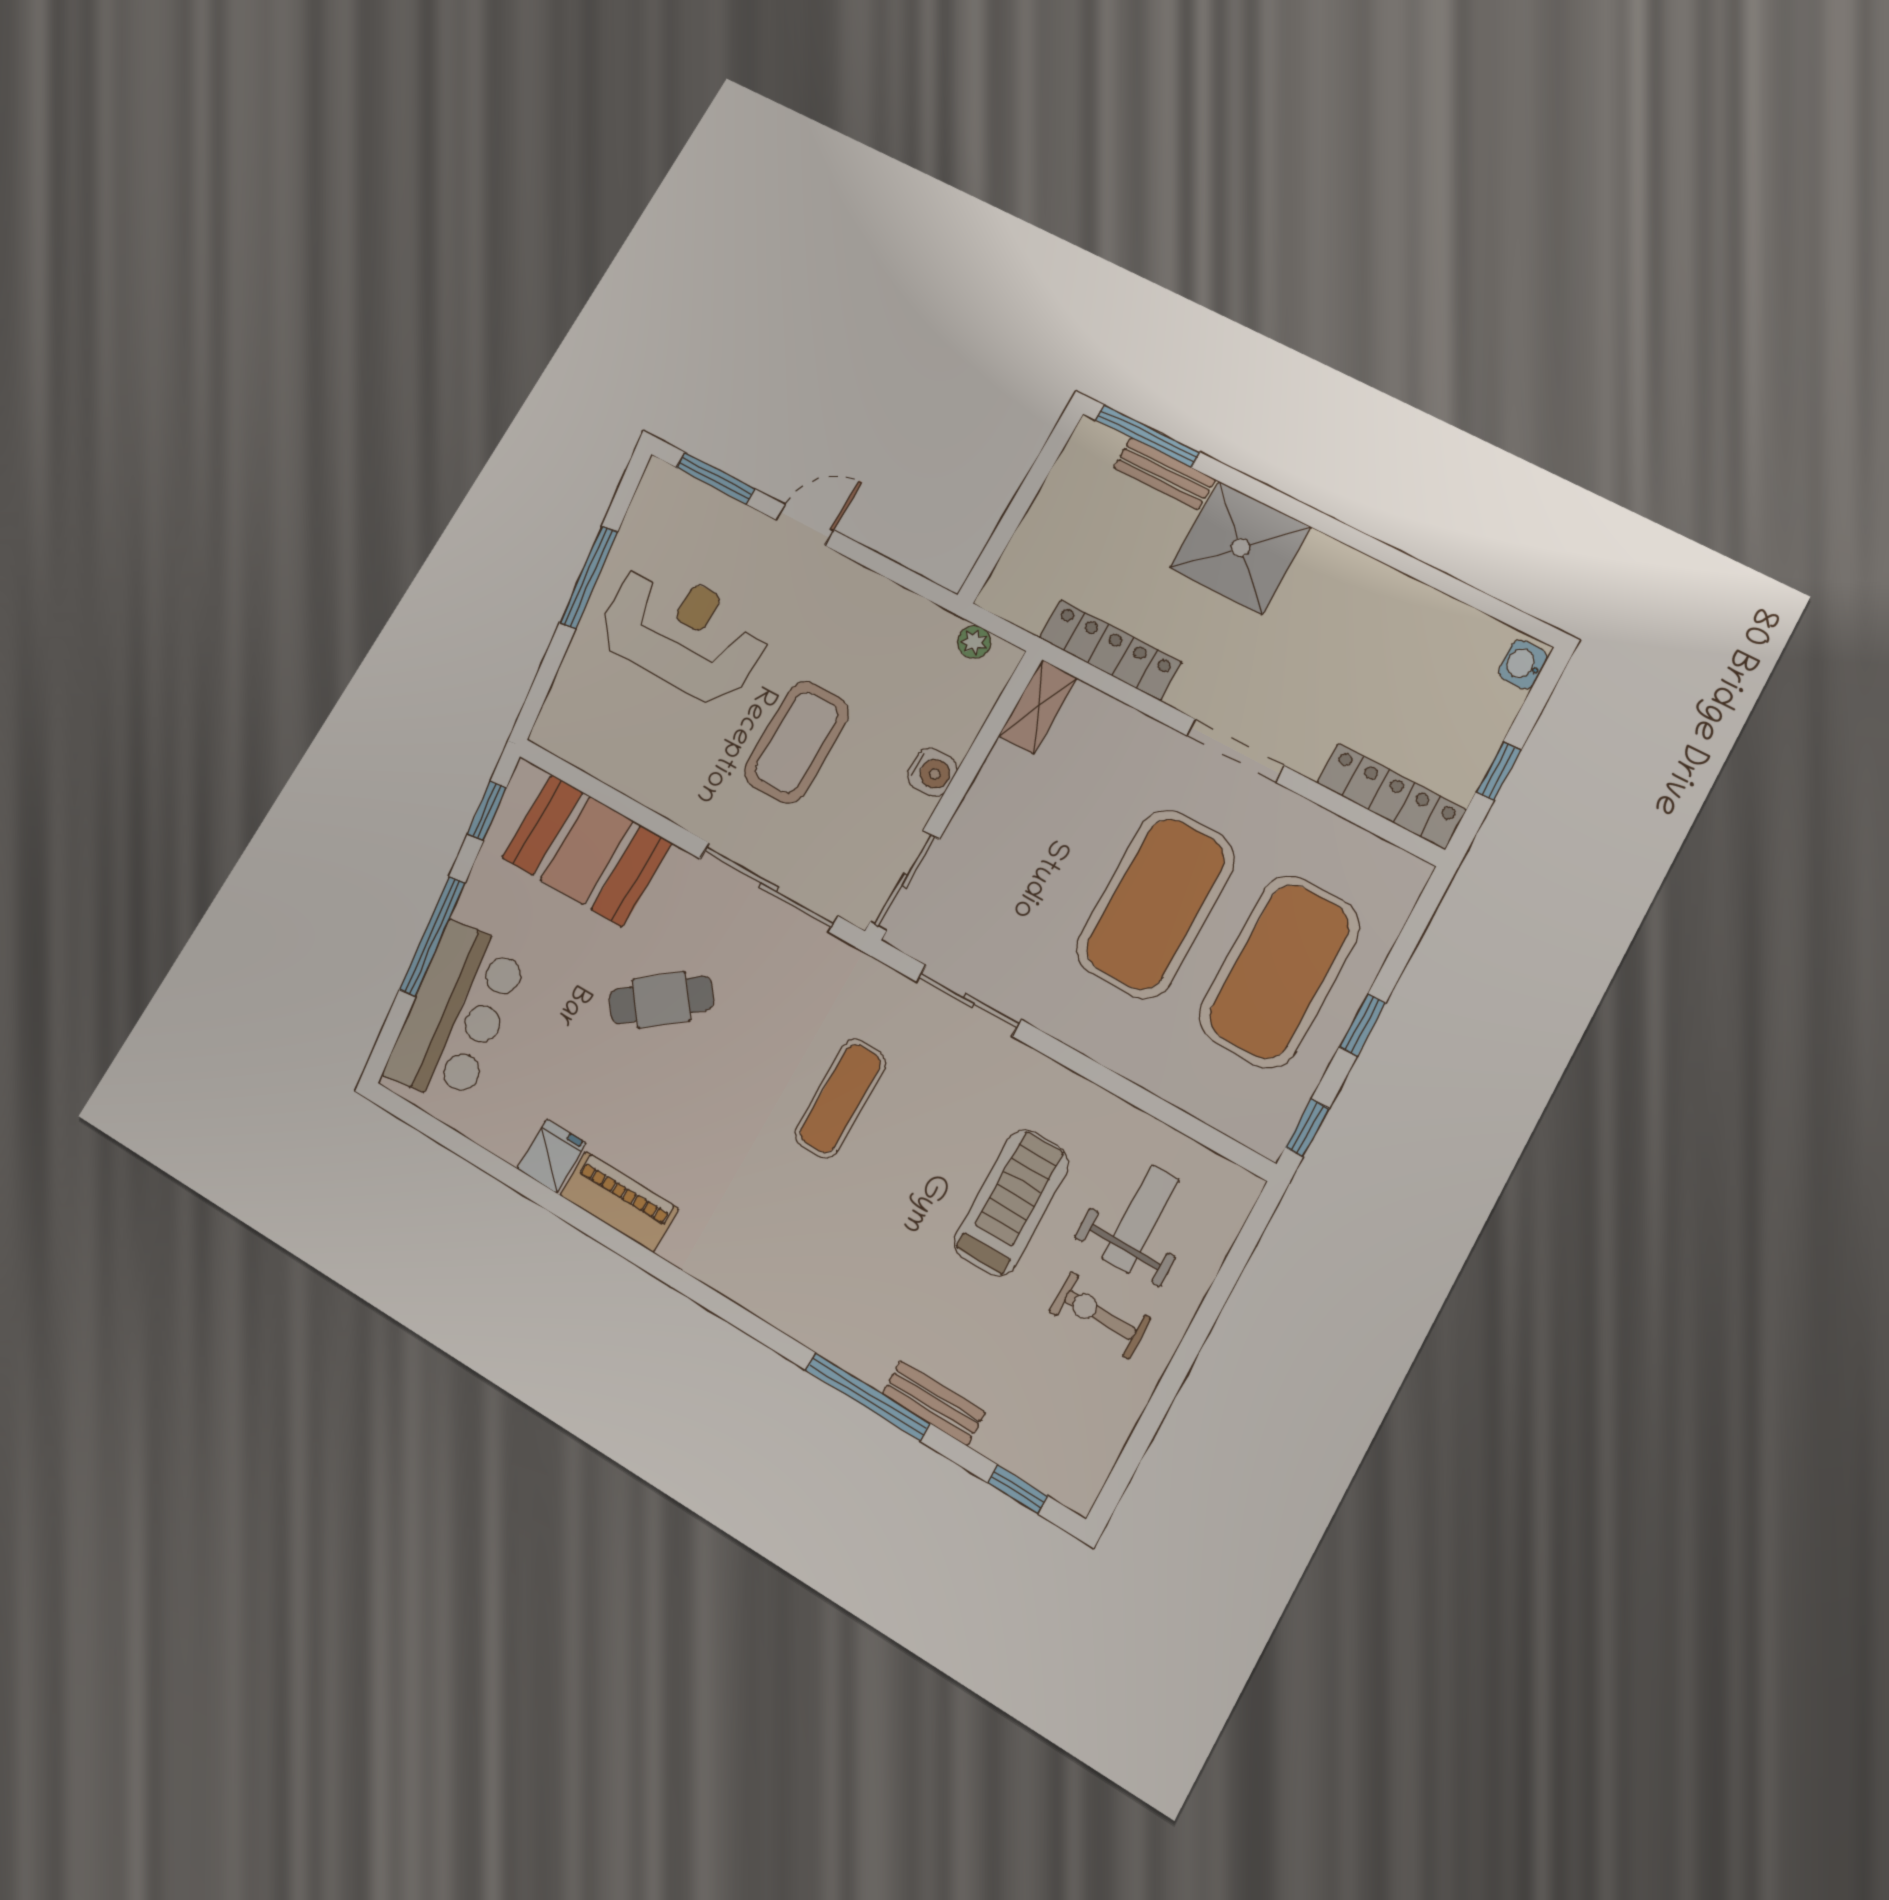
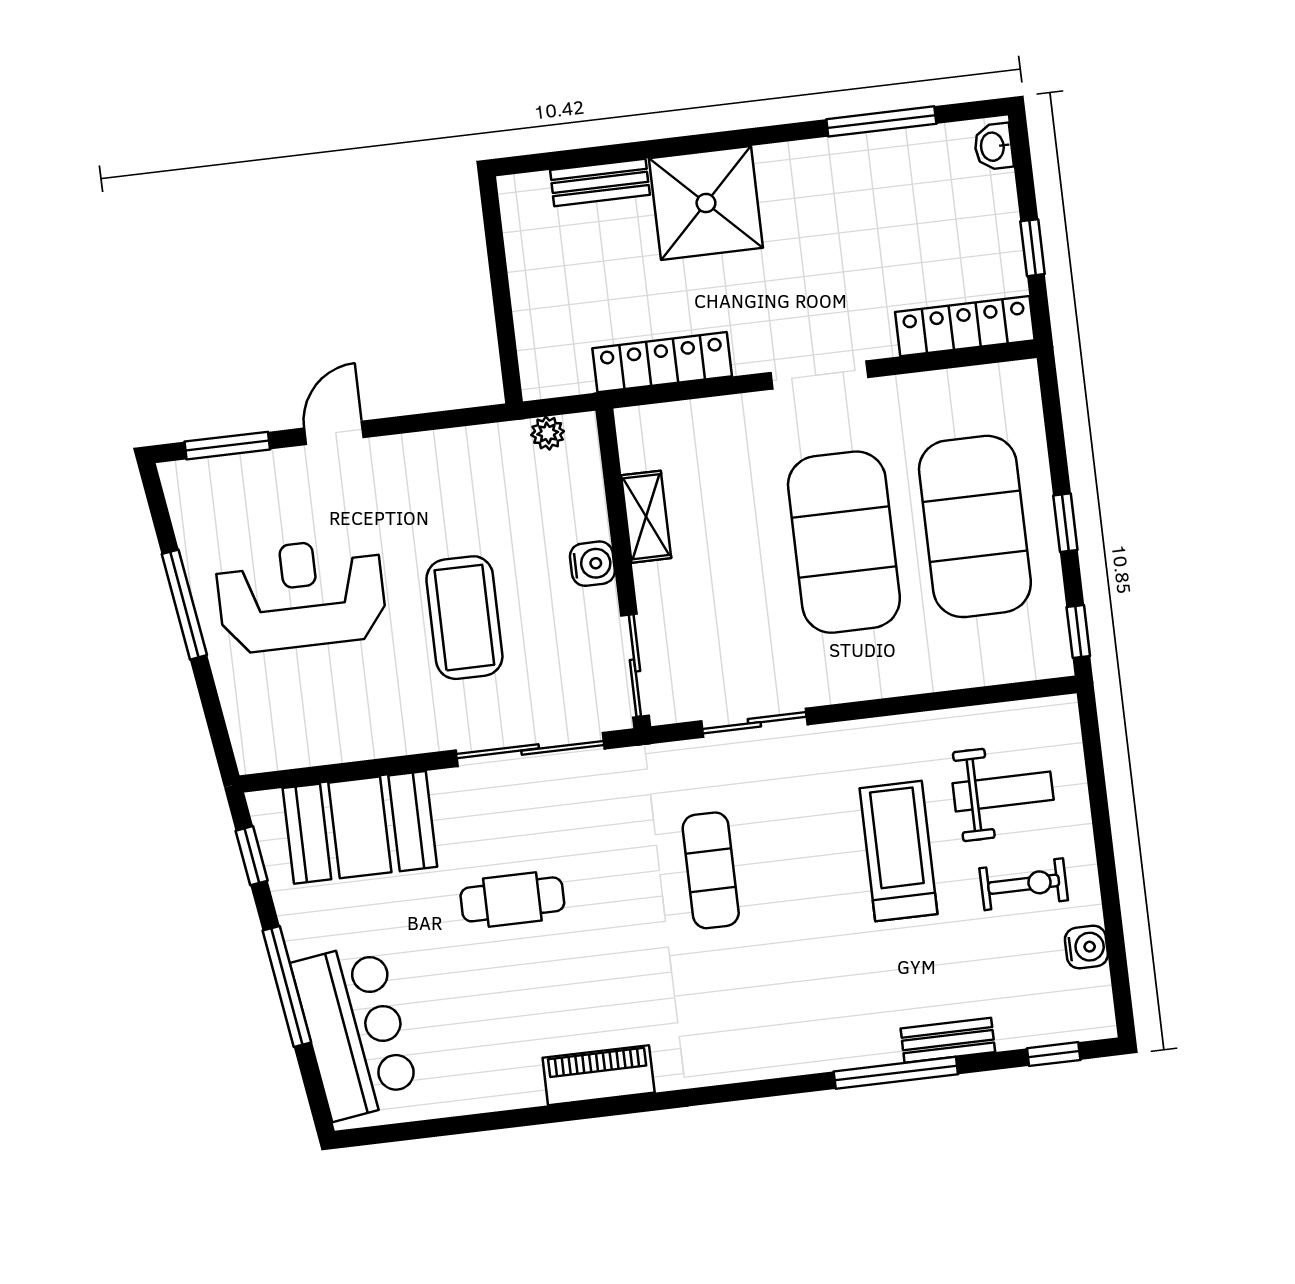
window: (1148, 436) -> (881, 121), moved
shelving: (1038, 707) -> (646, 517), moved
cafe table: (661, 1000) -> (512, 899), turned 38
fridge: (552, 1156) -> (519, 1081), removed
weight bench: (1140, 1219) -> (1003, 791), turned 90
exercise bike: (1100, 1315) -> (1024, 884), turned 180
water cooler: (1116, 1415) -> (1086, 947), added

